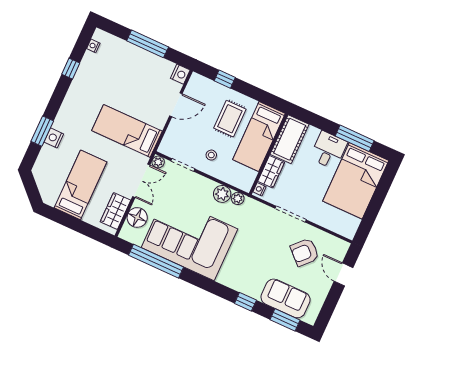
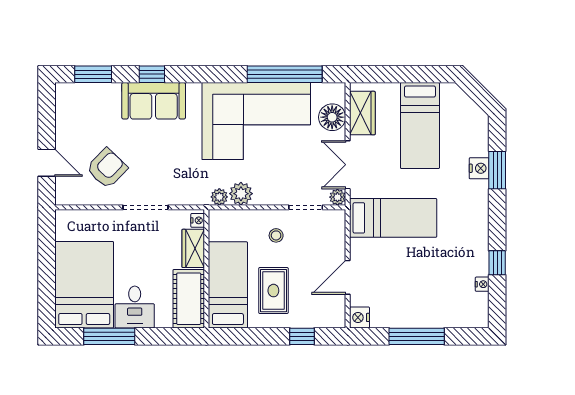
nightstand: (93, 46) -> (482, 284), moved
sofa: (286, 298) -> (154, 101), moved

